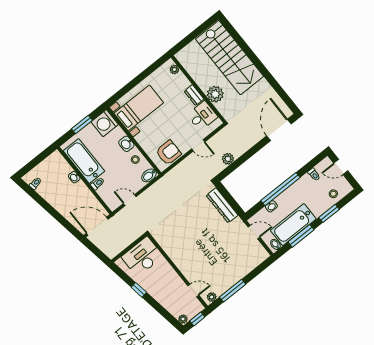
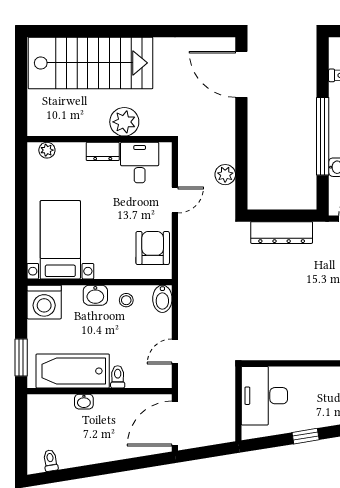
window: (82, 124) -> (21, 358), moved

